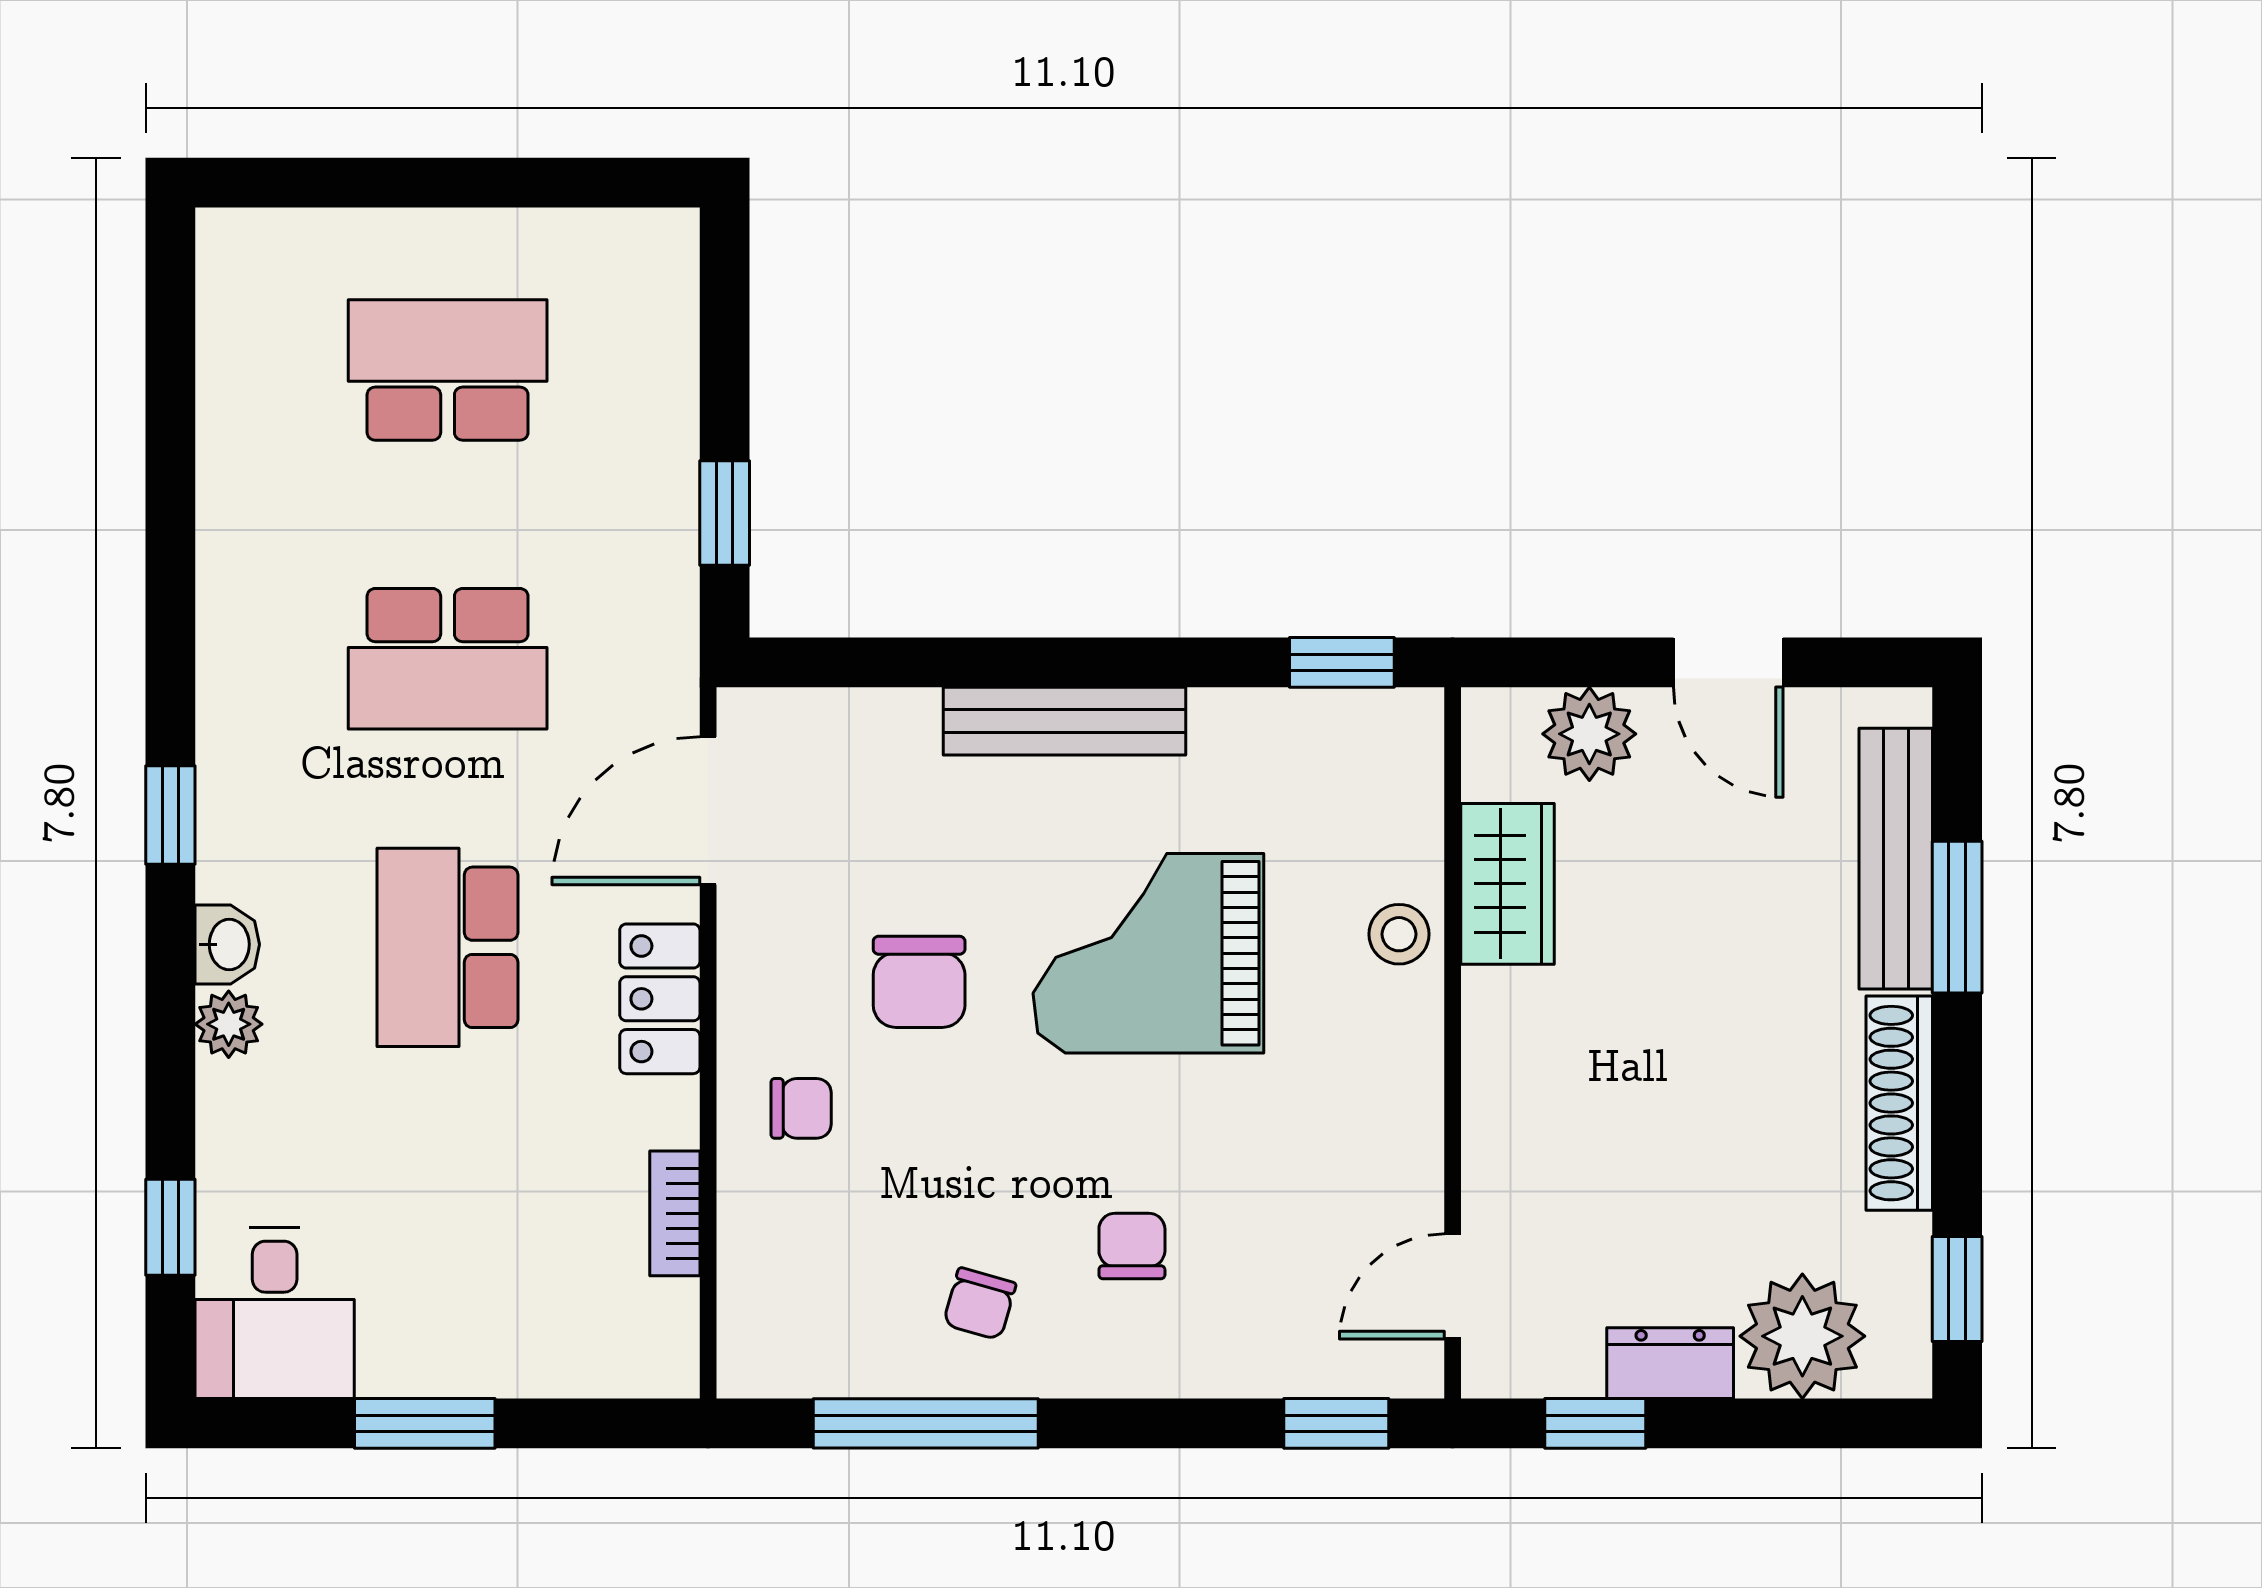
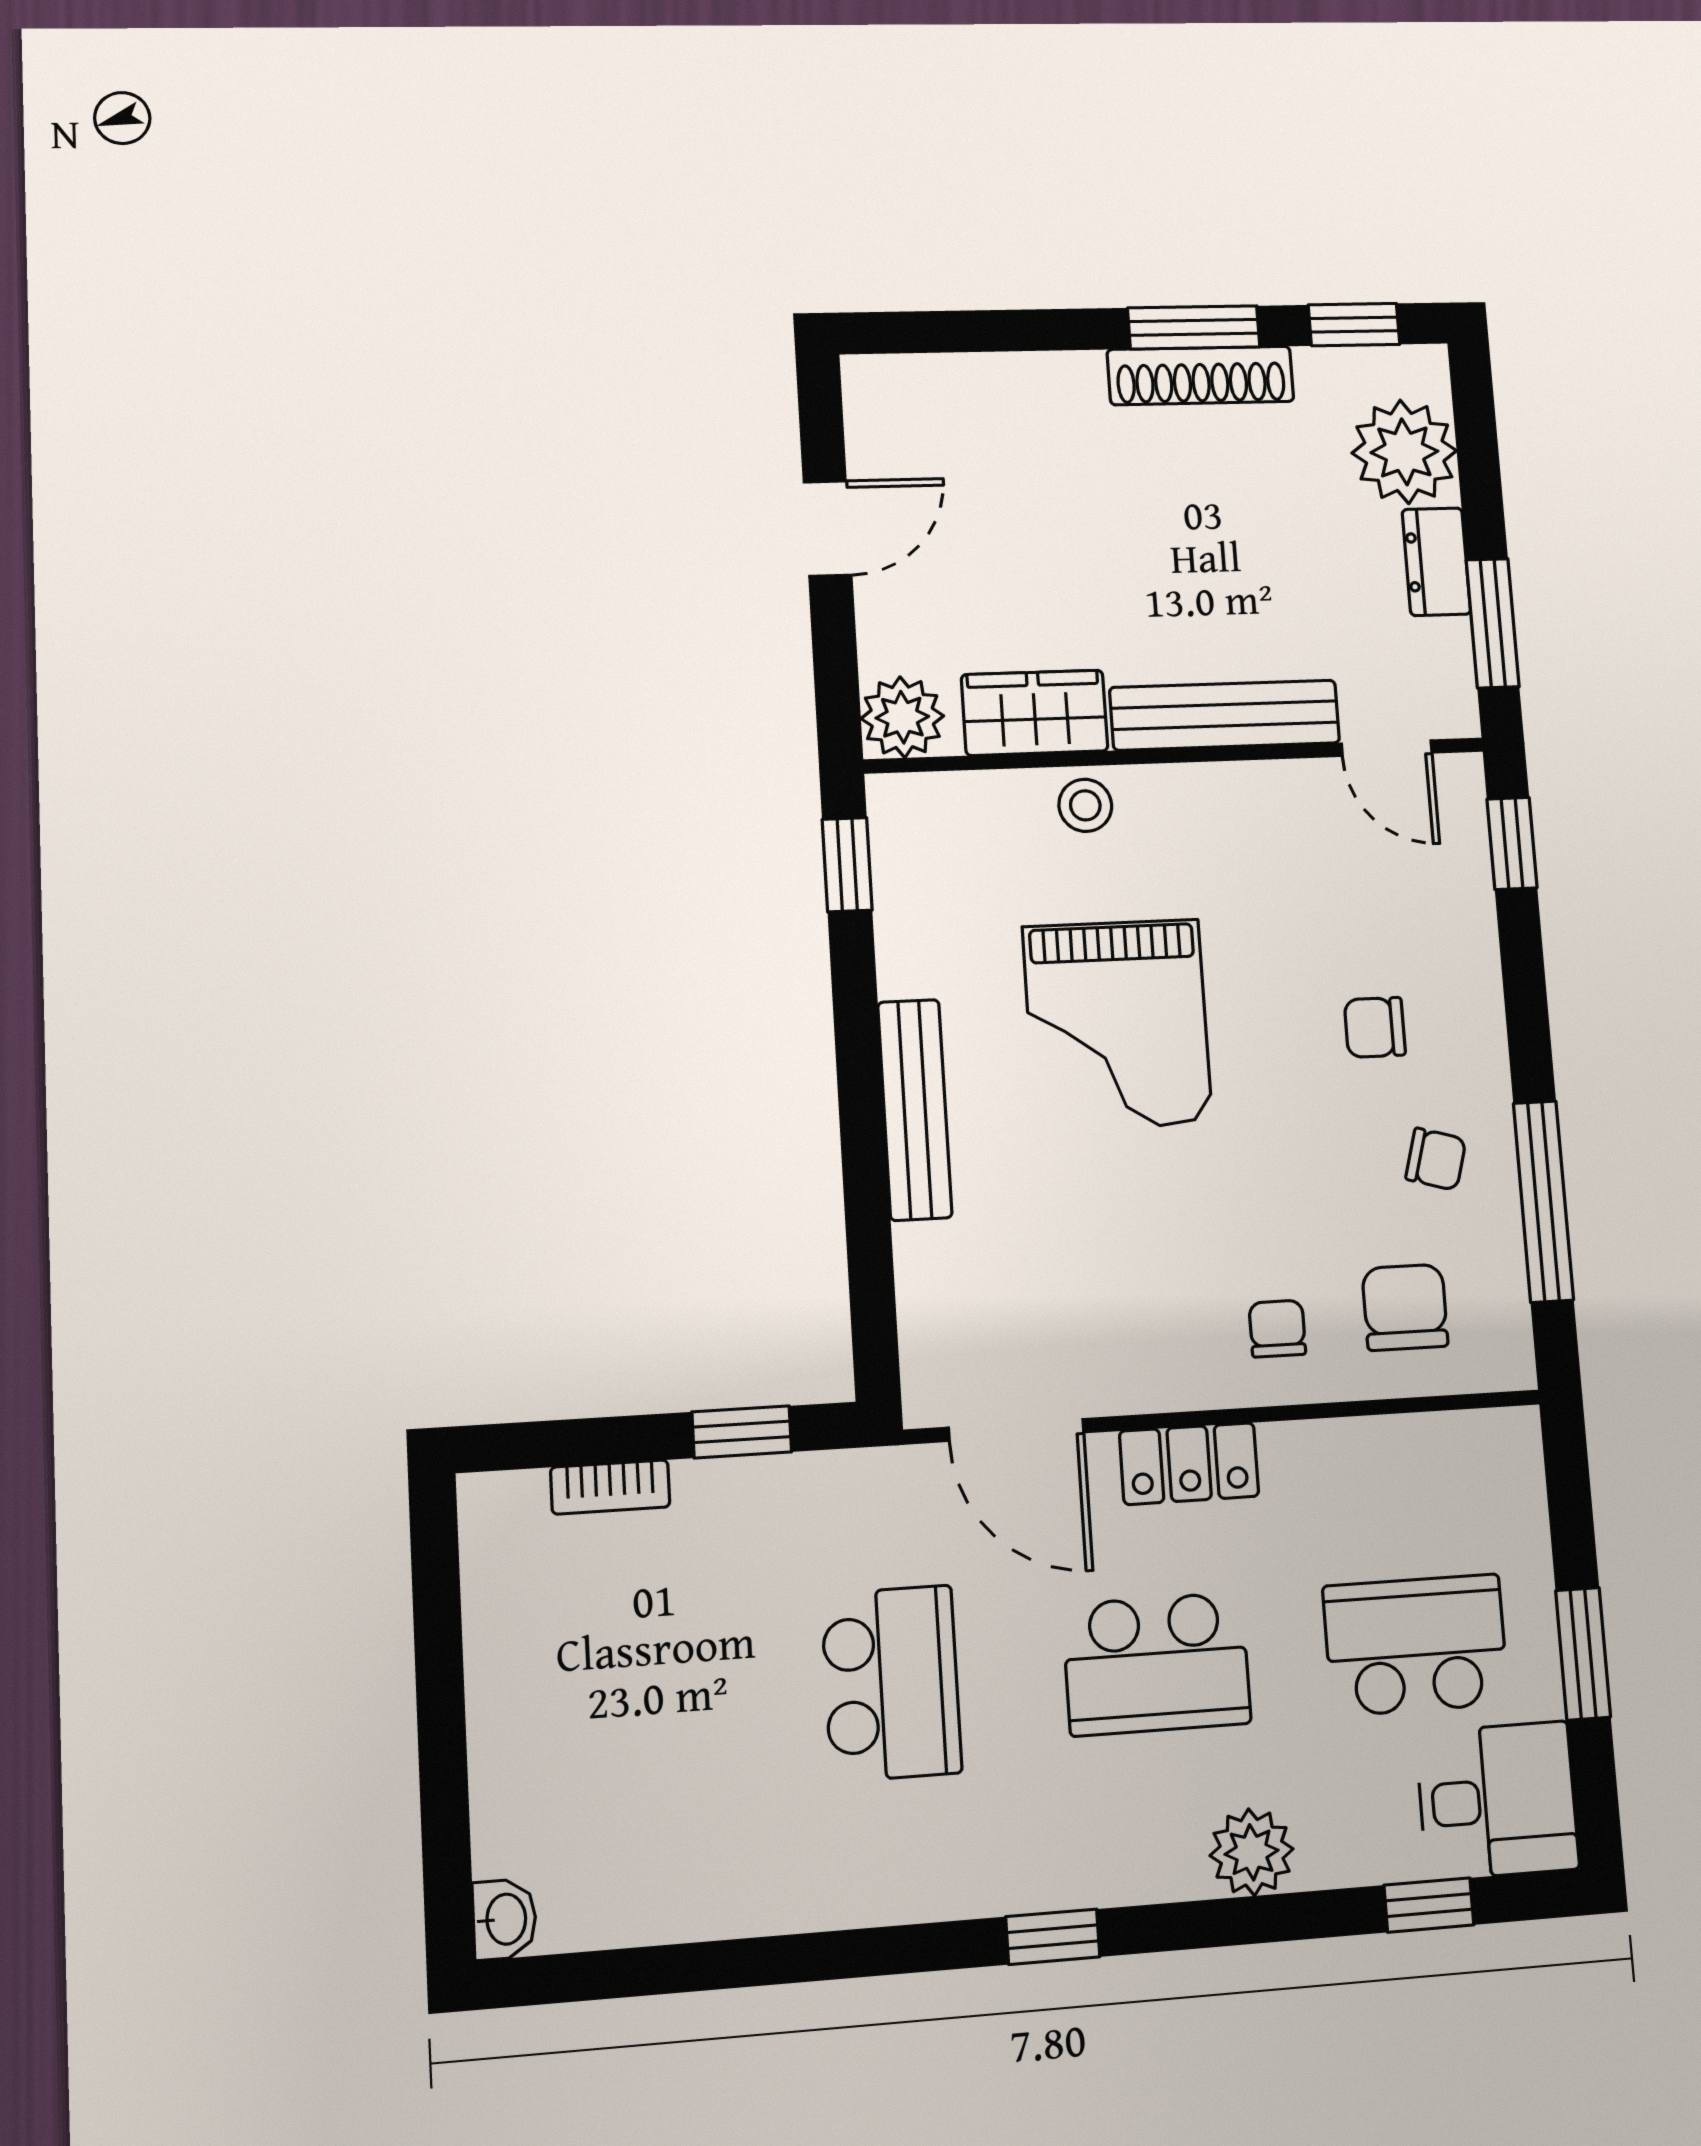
school desk: (448, 370) -> (1416, 1645), moved, turned 90
plant: (1589, 734) -> (902, 717), moved
bench: (1896, 859) -> (1225, 715), moved
window: (1957, 917) -> (1194, 327), moved
washbasin: (227, 944) -> (504, 1919), moved, turned 90
chair: (919, 982) -> (1405, 1307), moved, turned -90
plant: (229, 1024) -> (1252, 1852), width x1.38, depth x1.38
bookcase: (675, 1213) -> (610, 1487), moved
window: (1595, 1423) -> (1493, 623), width x1.50

